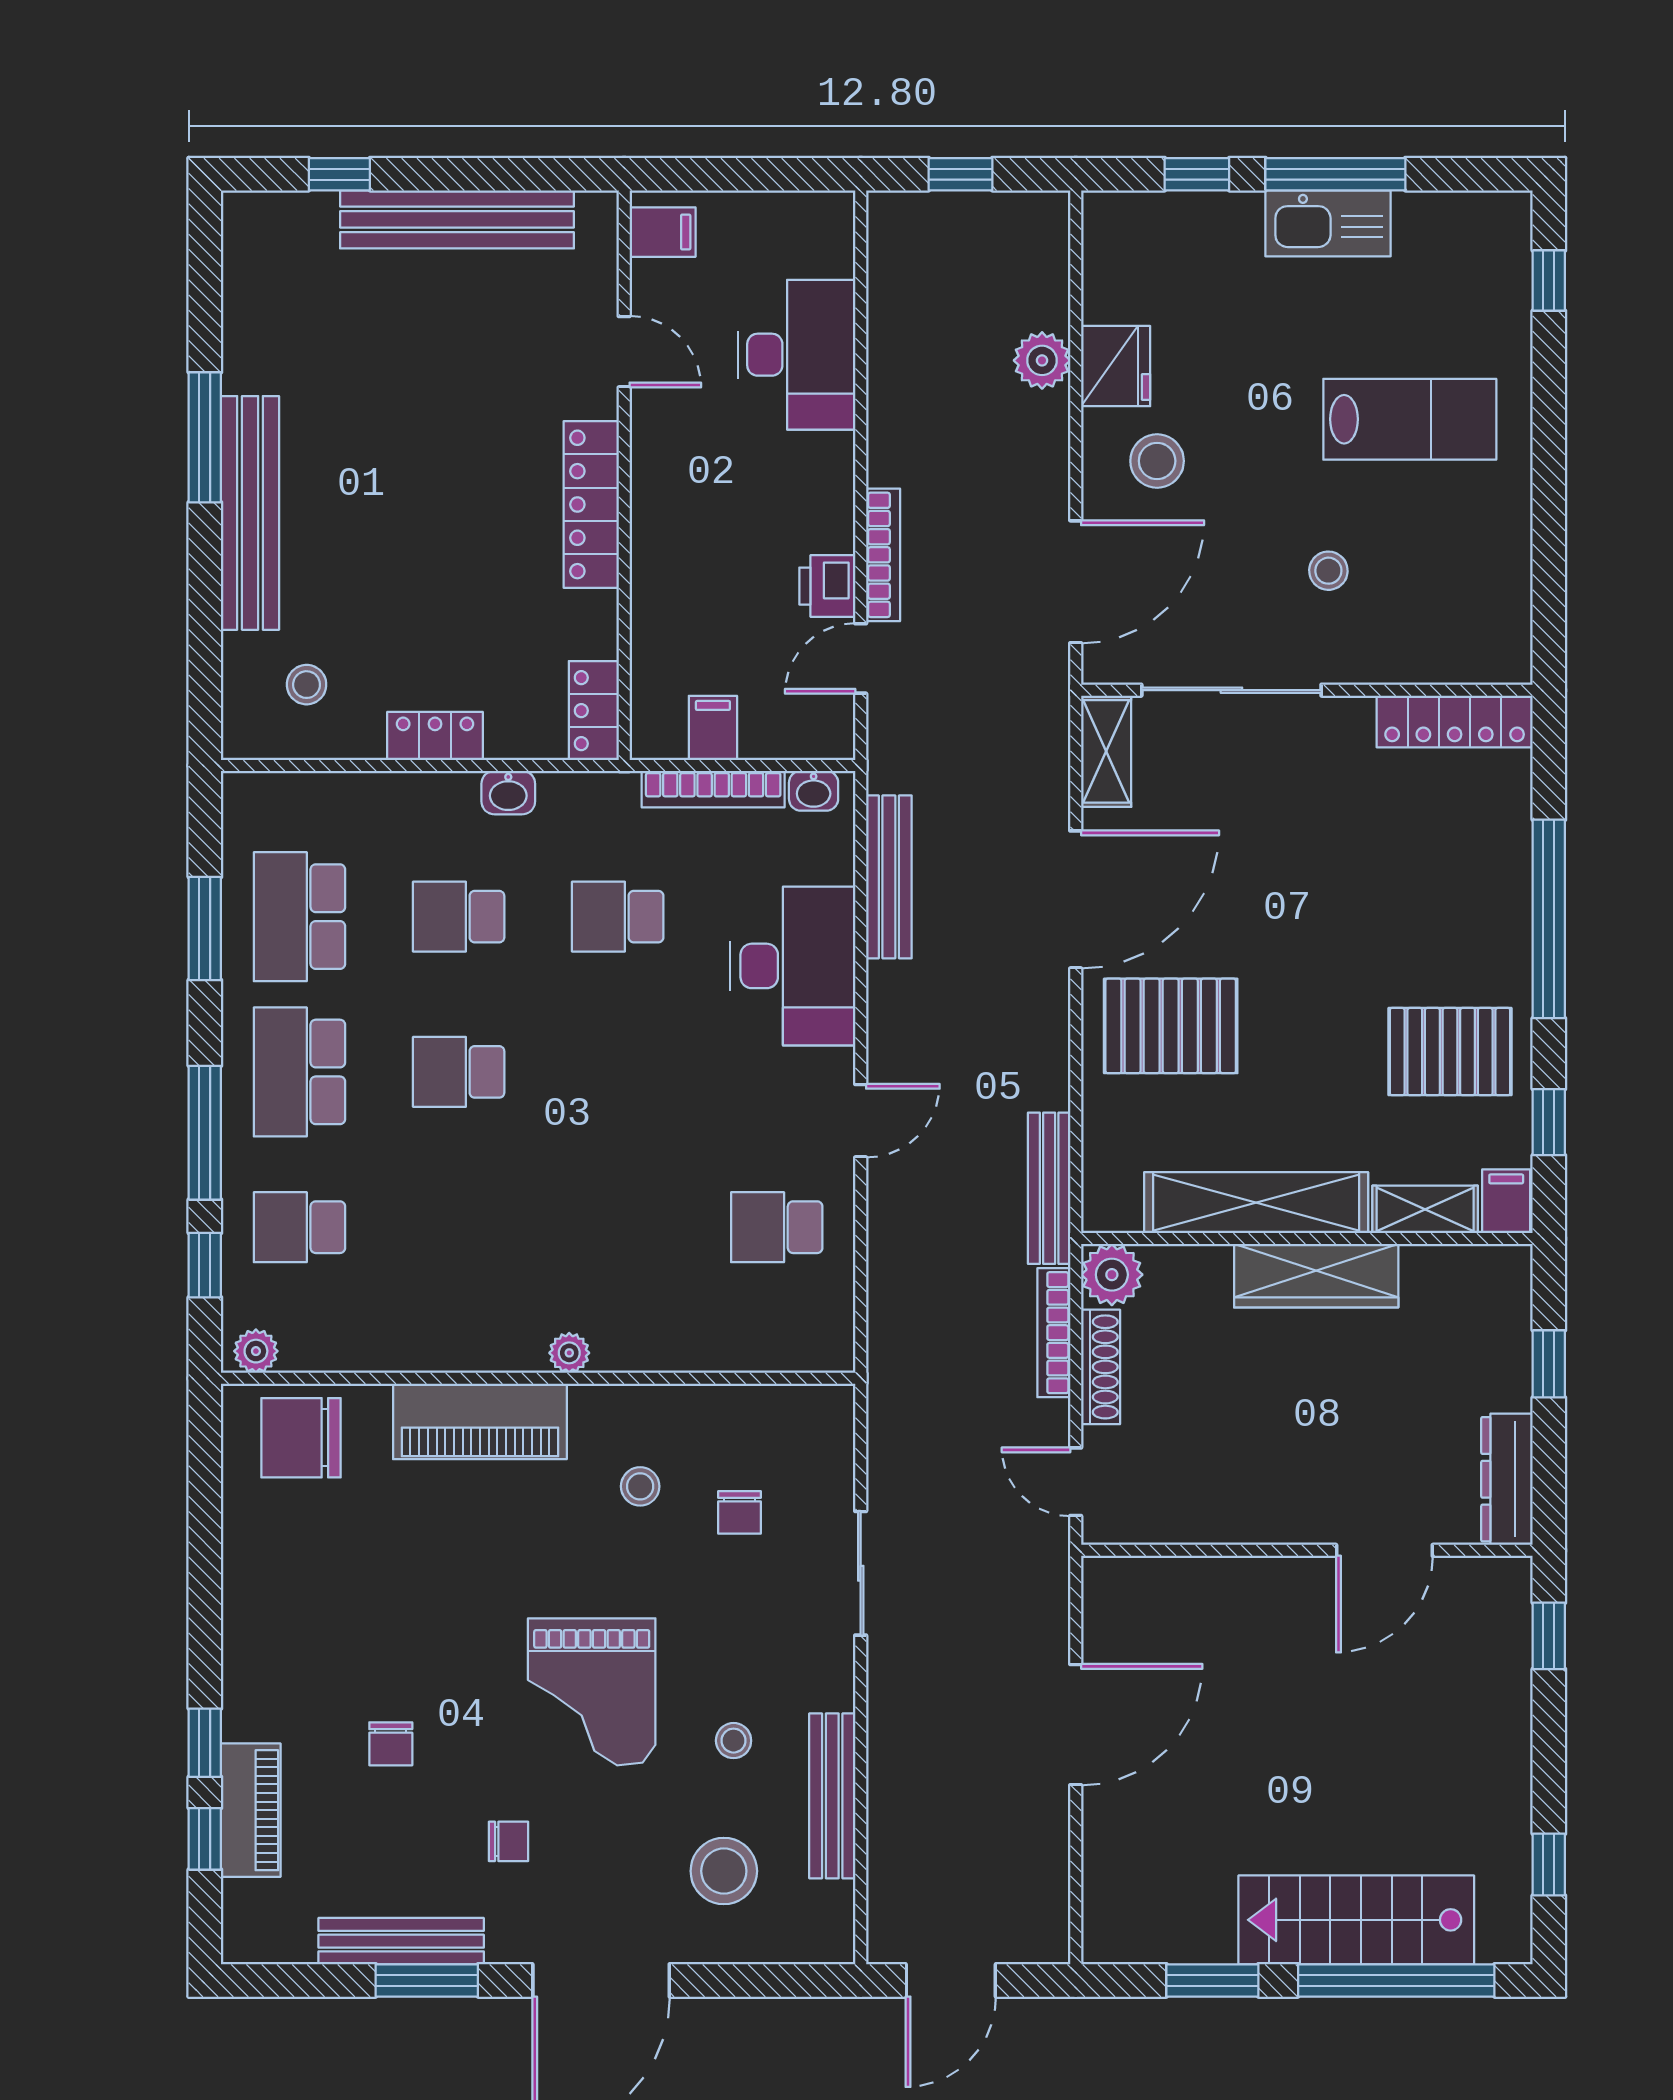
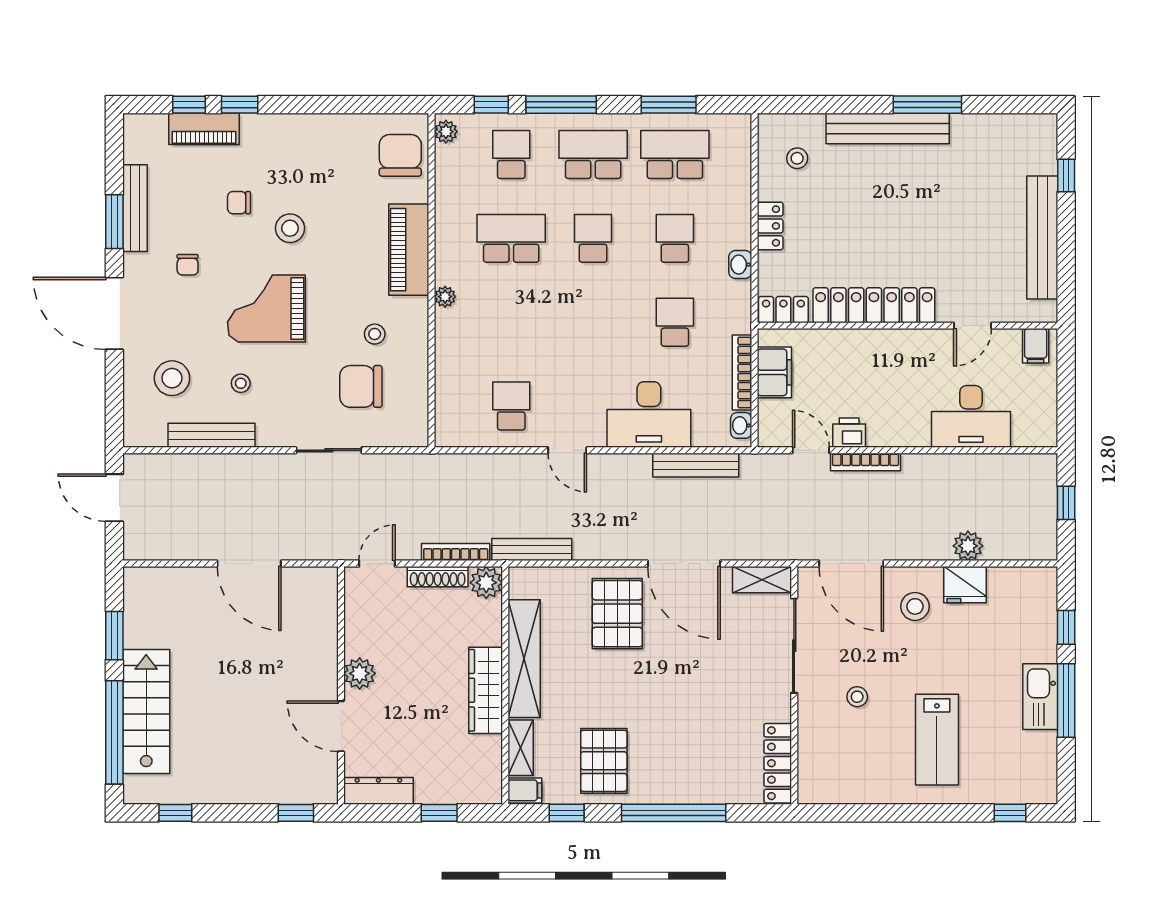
locker: (591, 504) -> (874, 305), width x1.41, depth x1.21
filing cabinet: (713, 728) -> (774, 372), width x2.00
school desk: (459, 1227) -> (511, 238), added
chair: (740, 1512) -> (361, 386), width x1.87, depth x1.87
plant: (1284, 1515) -> (360, 673), added
stool: (439, 1647) -> (290, 228), added

